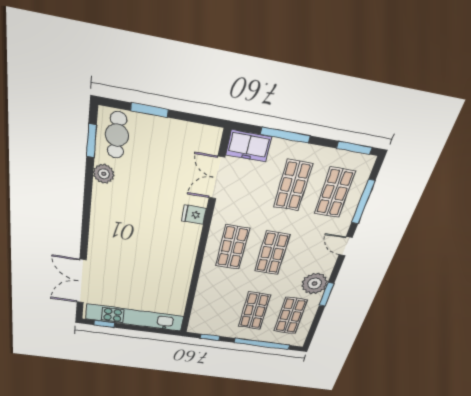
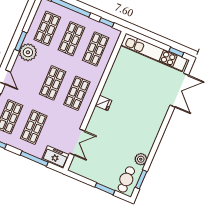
fridge: (194, 215) -> (104, 103), moved
shop shelf: (217, 306) -> (96, 49), added

